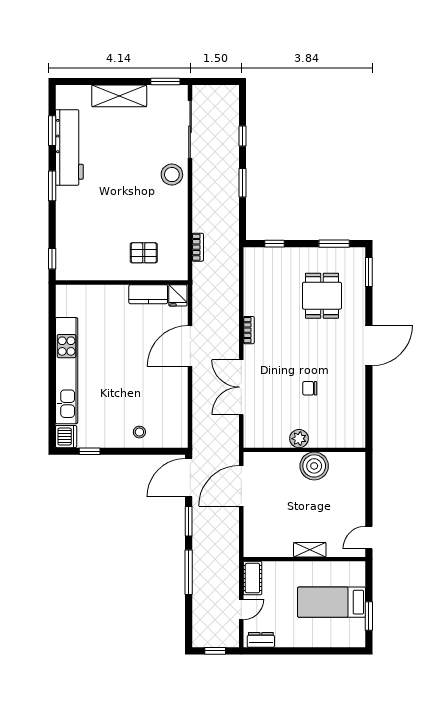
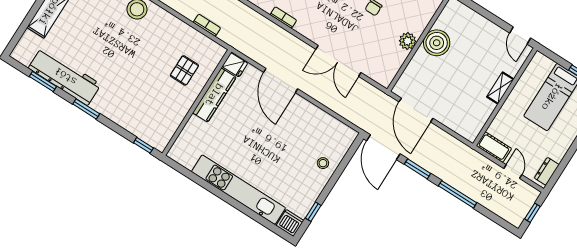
kitchen counter: (148, 294) -> (214, 95), width x1.50
bookcase: (249, 330) -> (283, 18), moved

